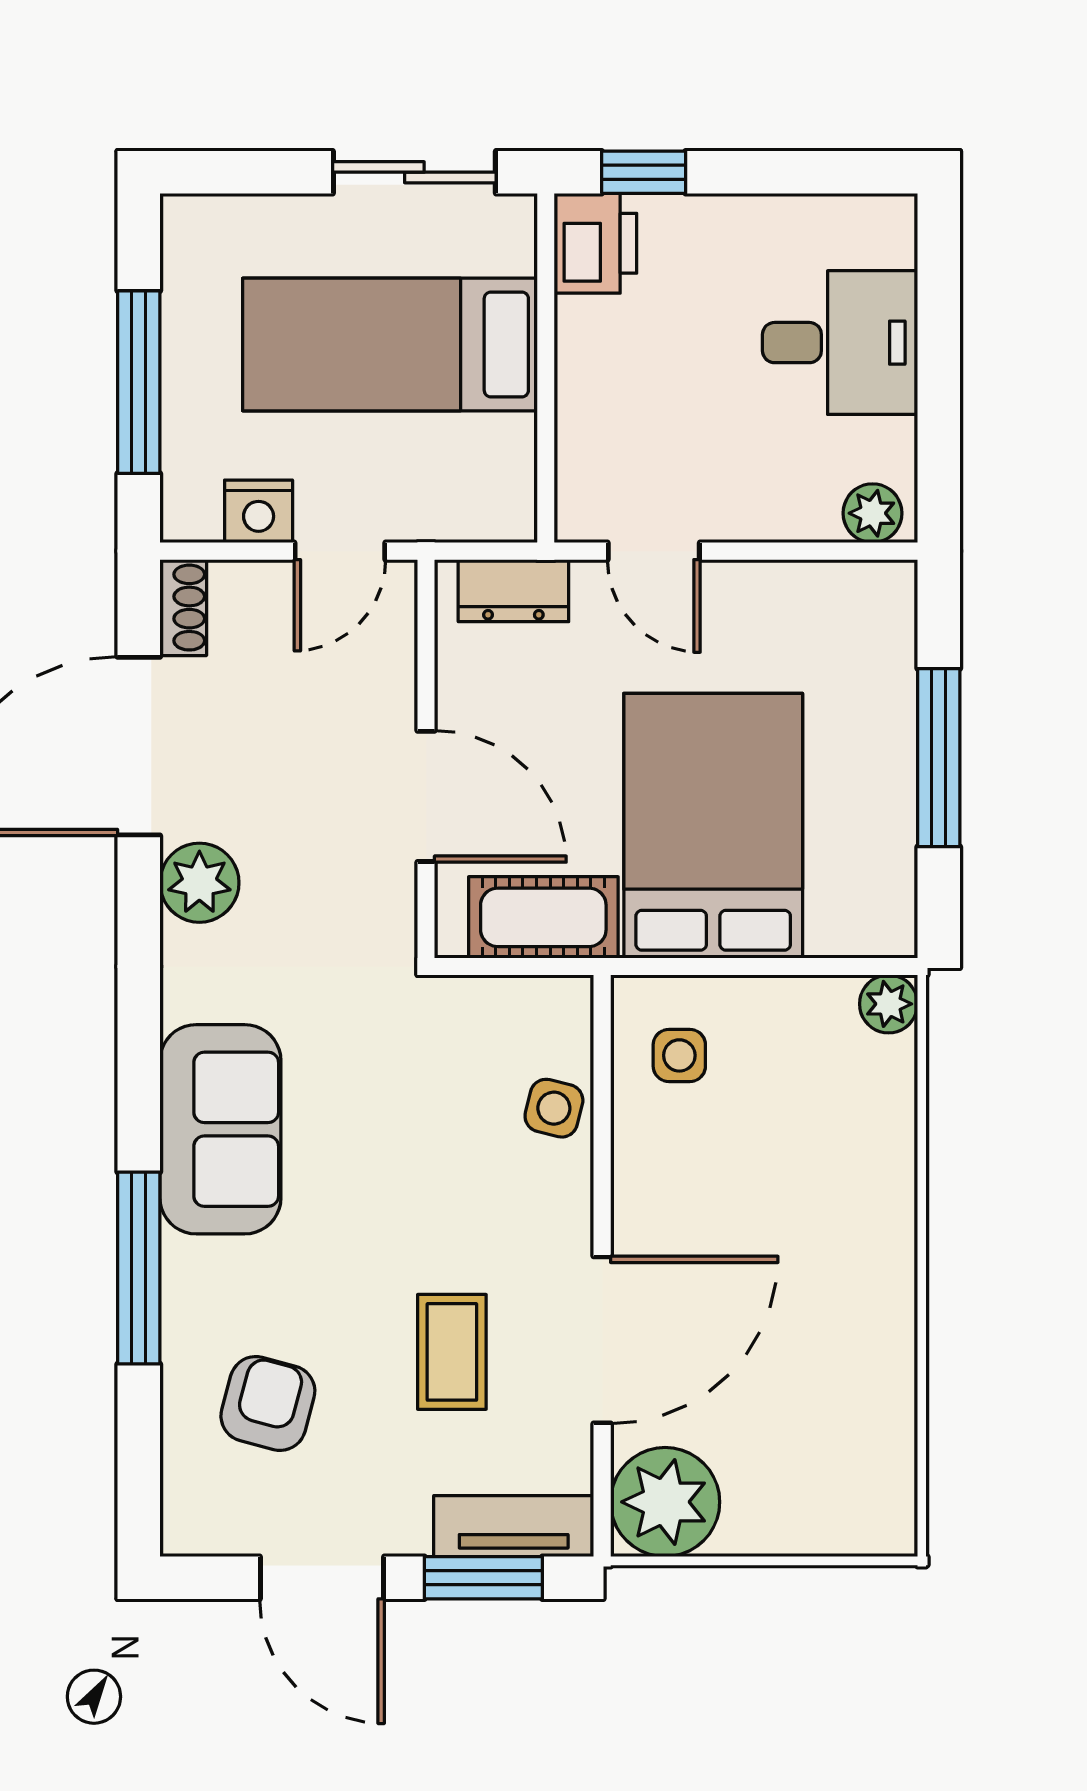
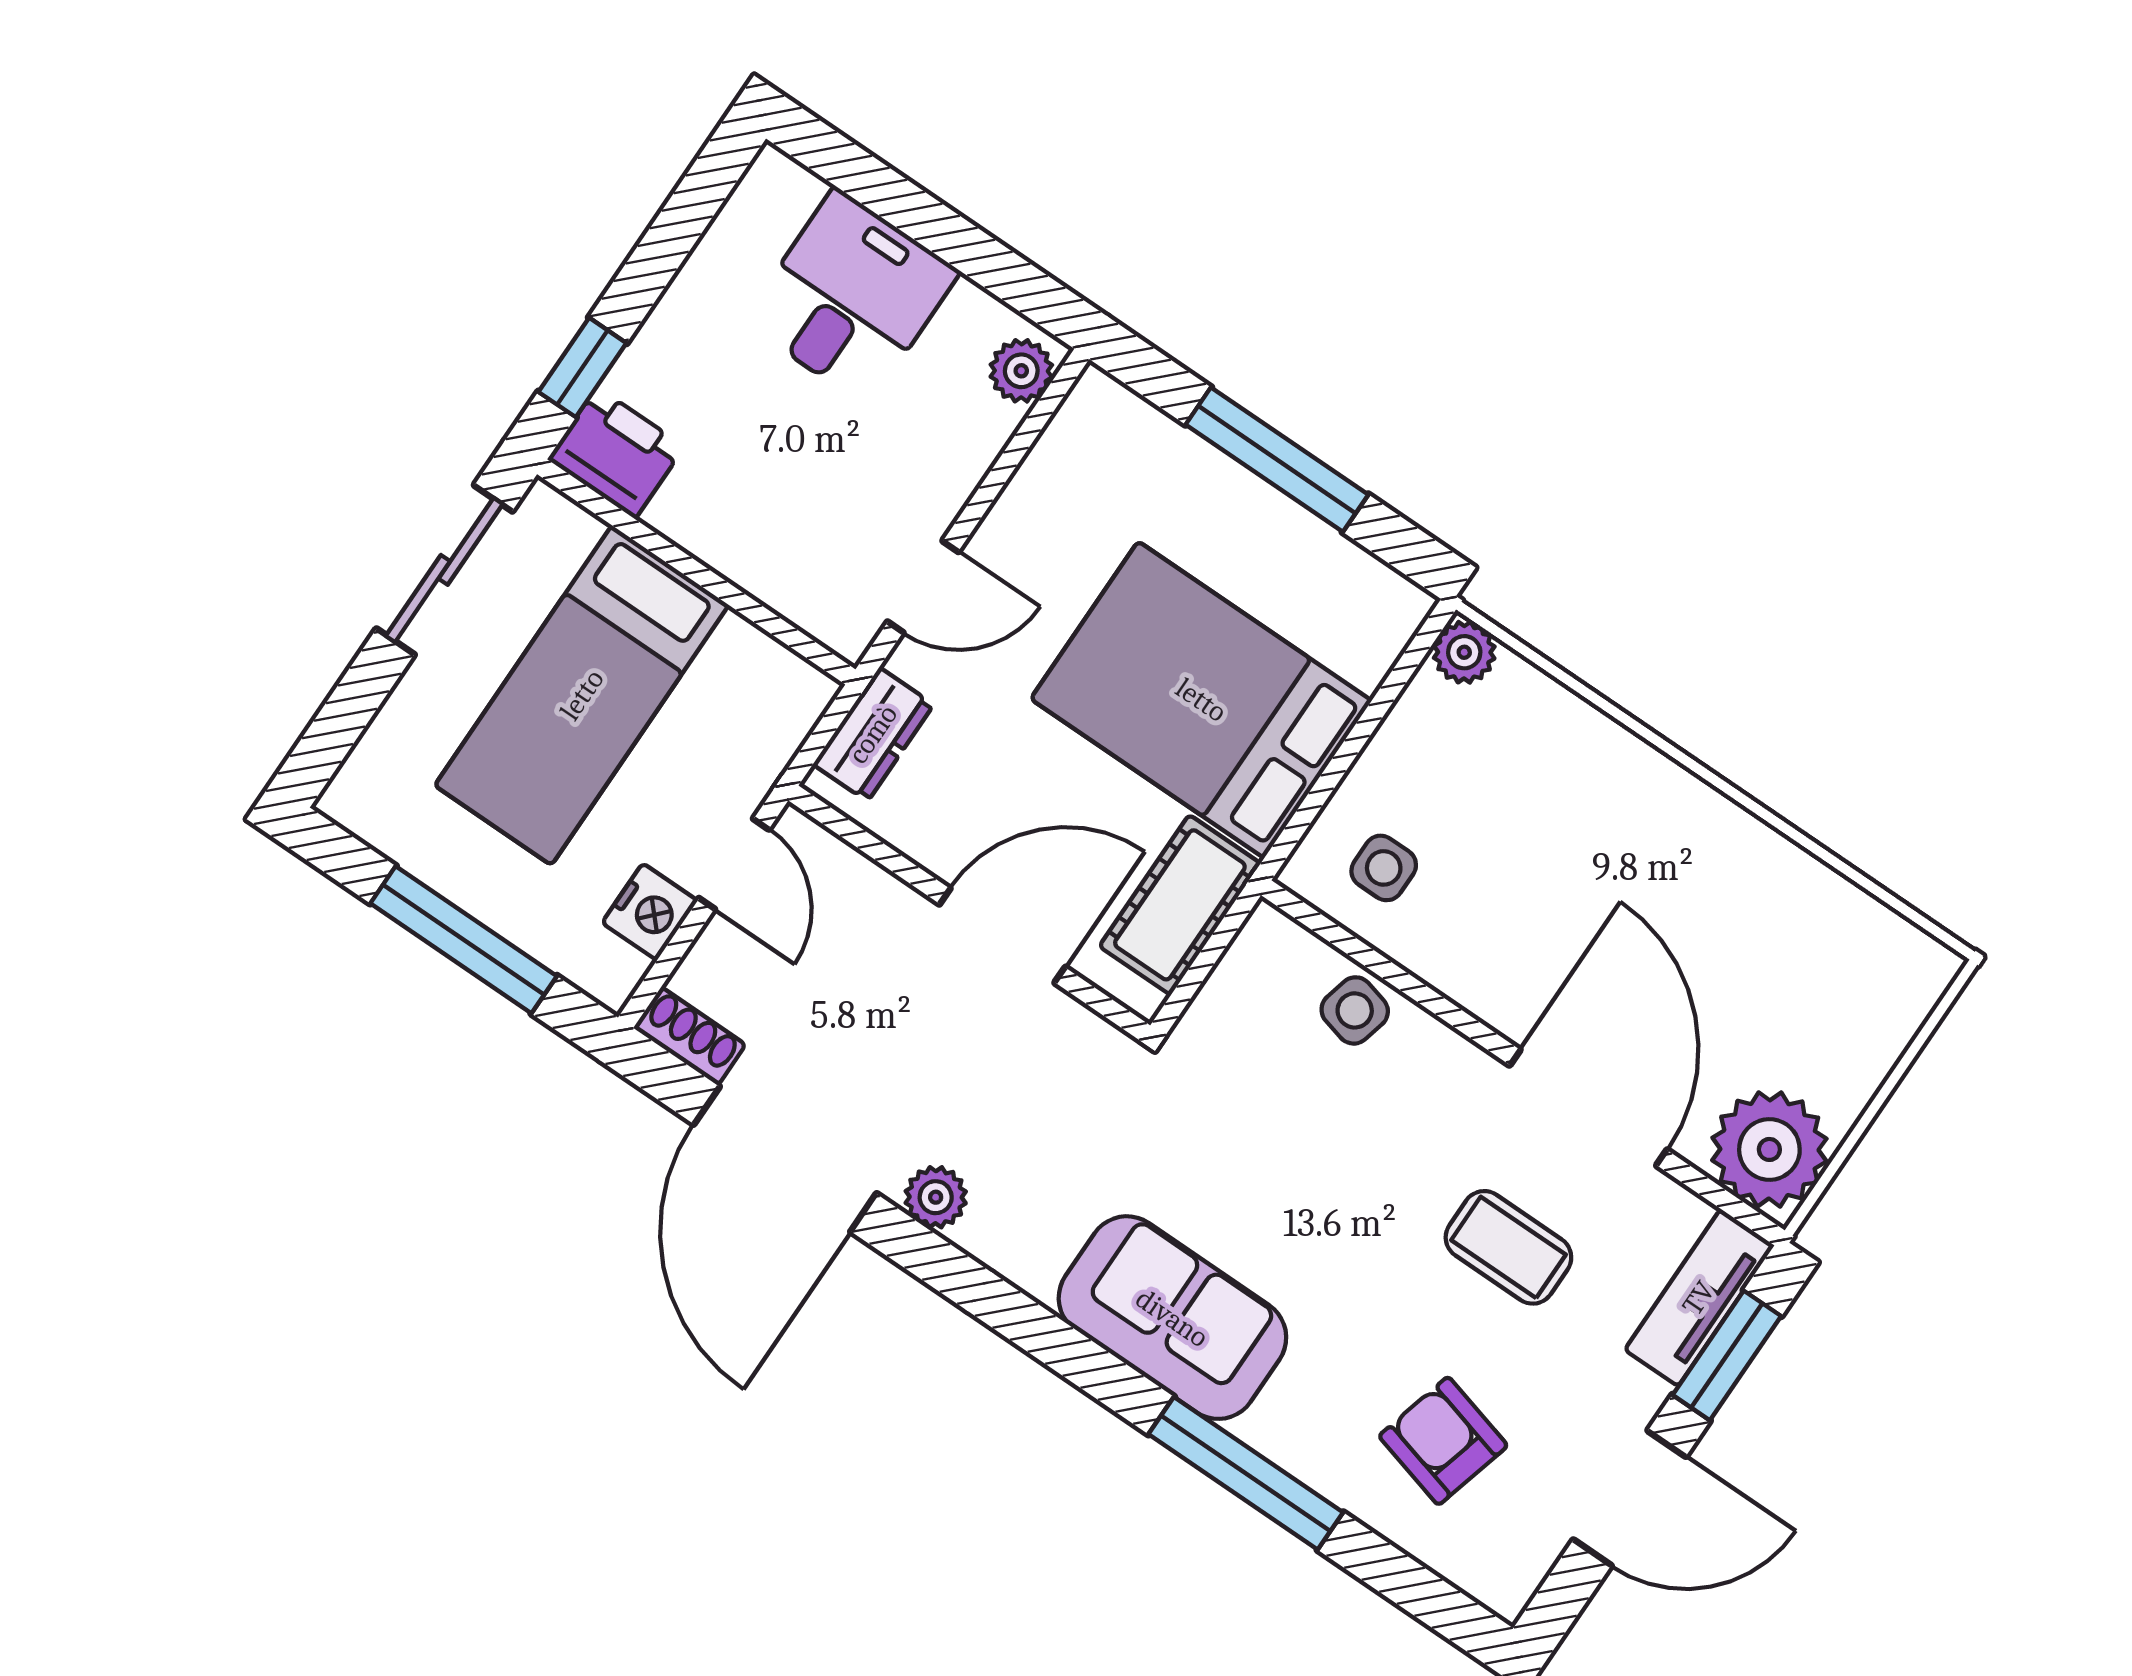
plant: (199, 883) -> (936, 1197), width x0.73, depth x0.73

